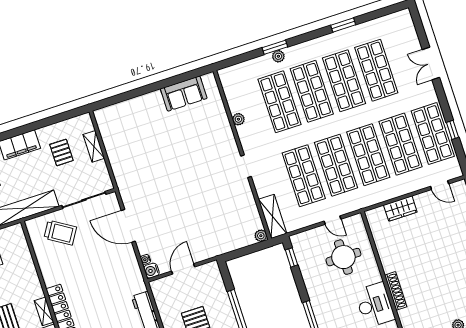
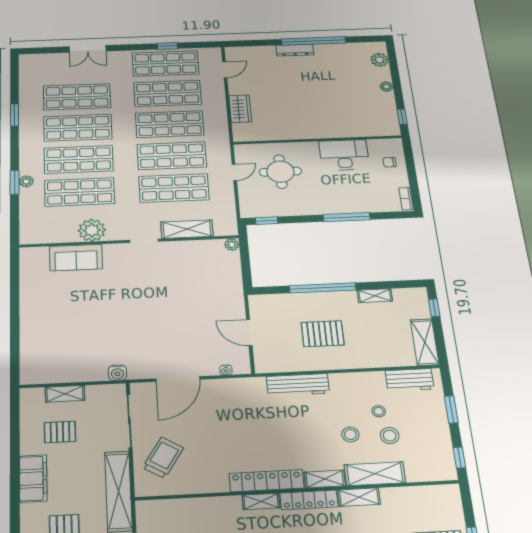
sofa: (184, 94) -> (76, 258), moved, turned 90
plant: (238, 119) -> (92, 230), width x1.88, depth x1.88
shelving: (273, 216) -> (187, 229), moved
water cooler: (152, 271) -> (117, 373), moved
shoe rack: (396, 291) -> (333, 133), removed

